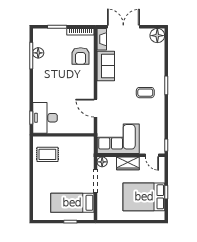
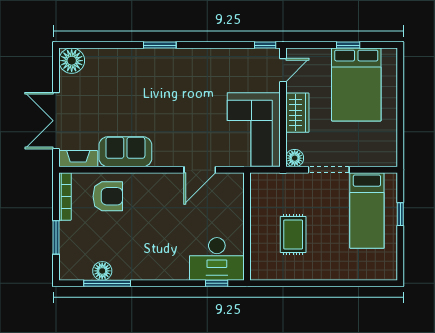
coffee table: (145, 93) -> (172, 82), removed
rug: (47, 154) -> (293, 234), moved

